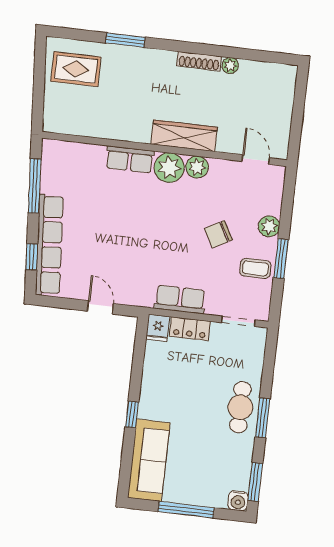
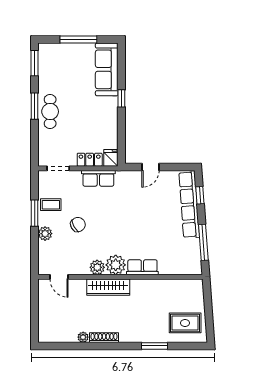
door: (100, 307) -> (151, 167), hinge flipped
water cooler: (238, 501) -> (45, 49), removed

